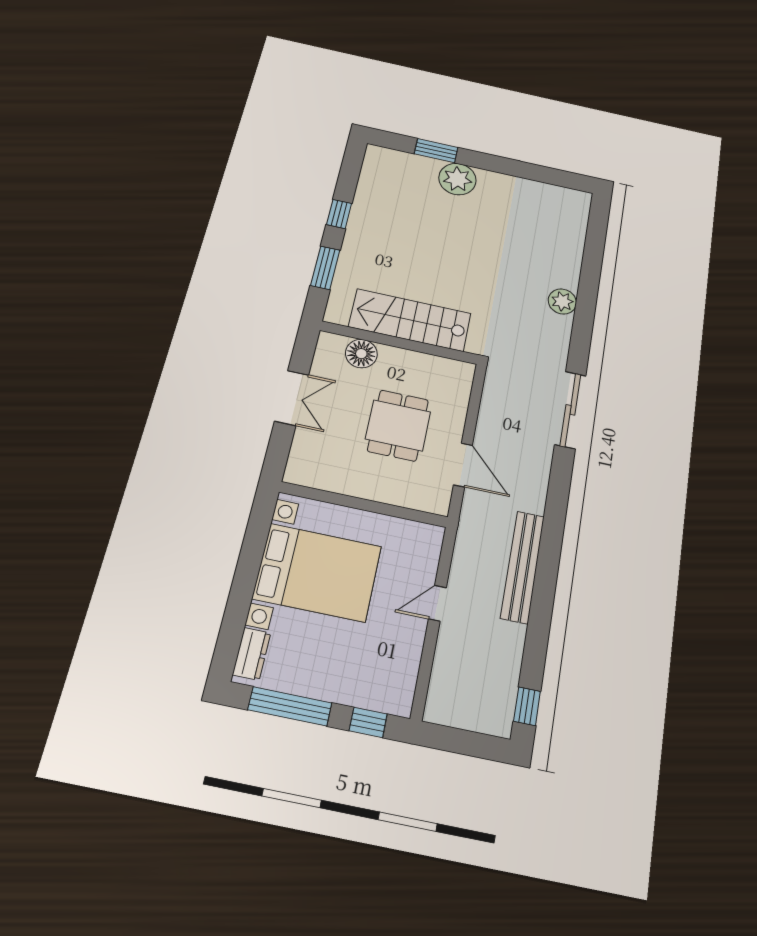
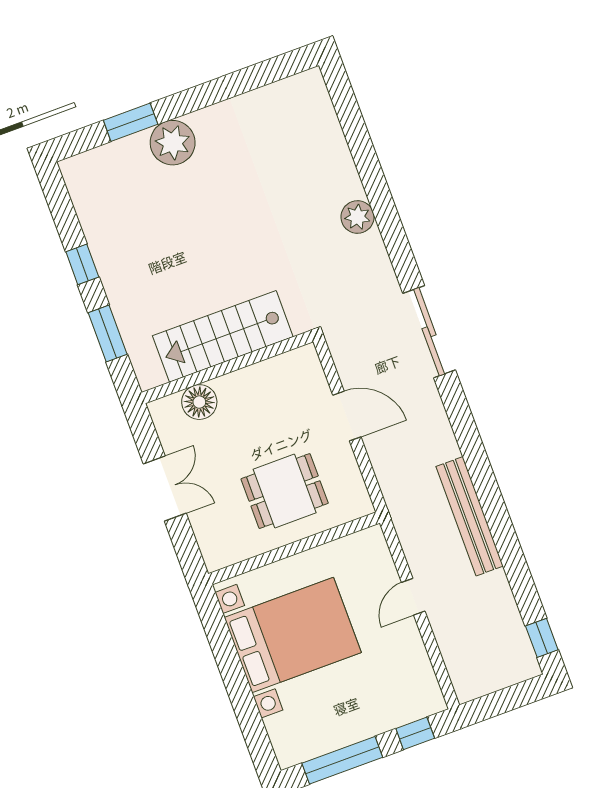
dining table: (398, 425) -> (285, 491), moved, turned 90
door: (463, 465) -> (347, 416), moved
dresser: (252, 654) -> (283, 738), removed

